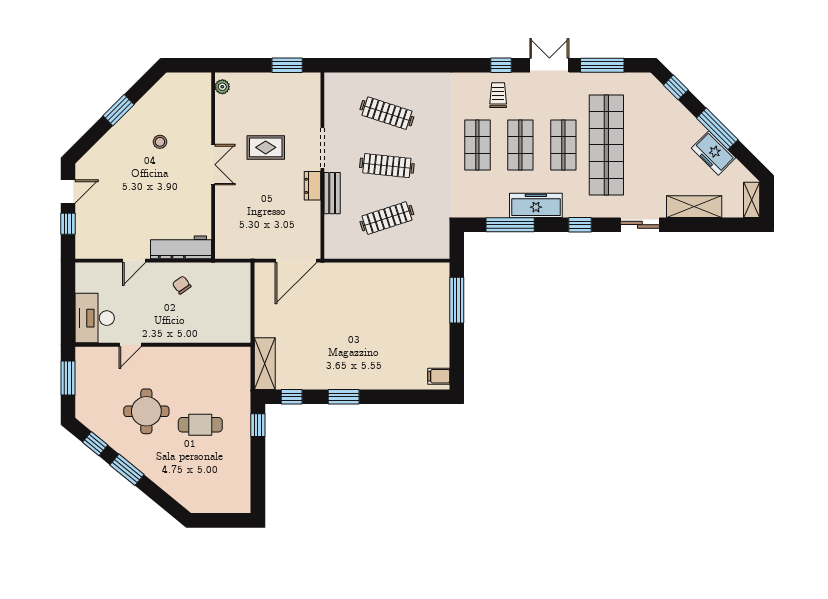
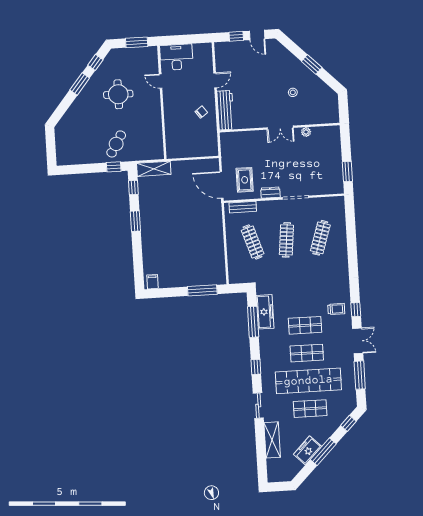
plant: (222, 87) -> (306, 132), moved
shop shelf: (477, 145) -> (310, 409), moved
rug: (266, 147) -> (245, 180), moved
bench: (332, 193) -> (243, 207), moved
shelving: (752, 200) -> (279, 477), removed
freezer: (536, 205) -> (265, 312), moved
door: (134, 261) -> (215, 80), swing flipped
cafe table: (200, 425) -> (116, 144), moved, turned 31

